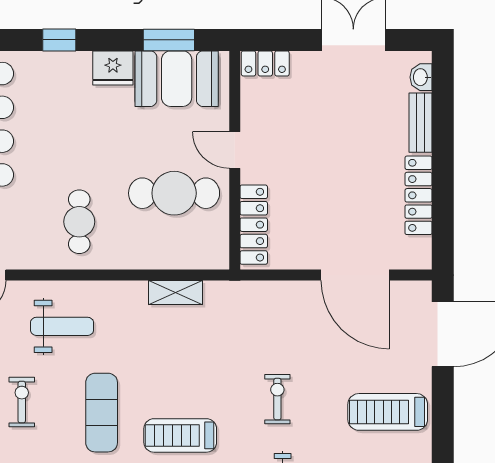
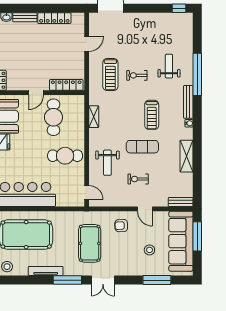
cafe table: (79, 222) -> (65, 156), width x1.37, depth x1.35
door: (355, 275) -> (87, 44), width x0.53
weight bench: (62, 326) -> (107, 163), turned 180
treadmill: (388, 412) -> (110, 74), moved

